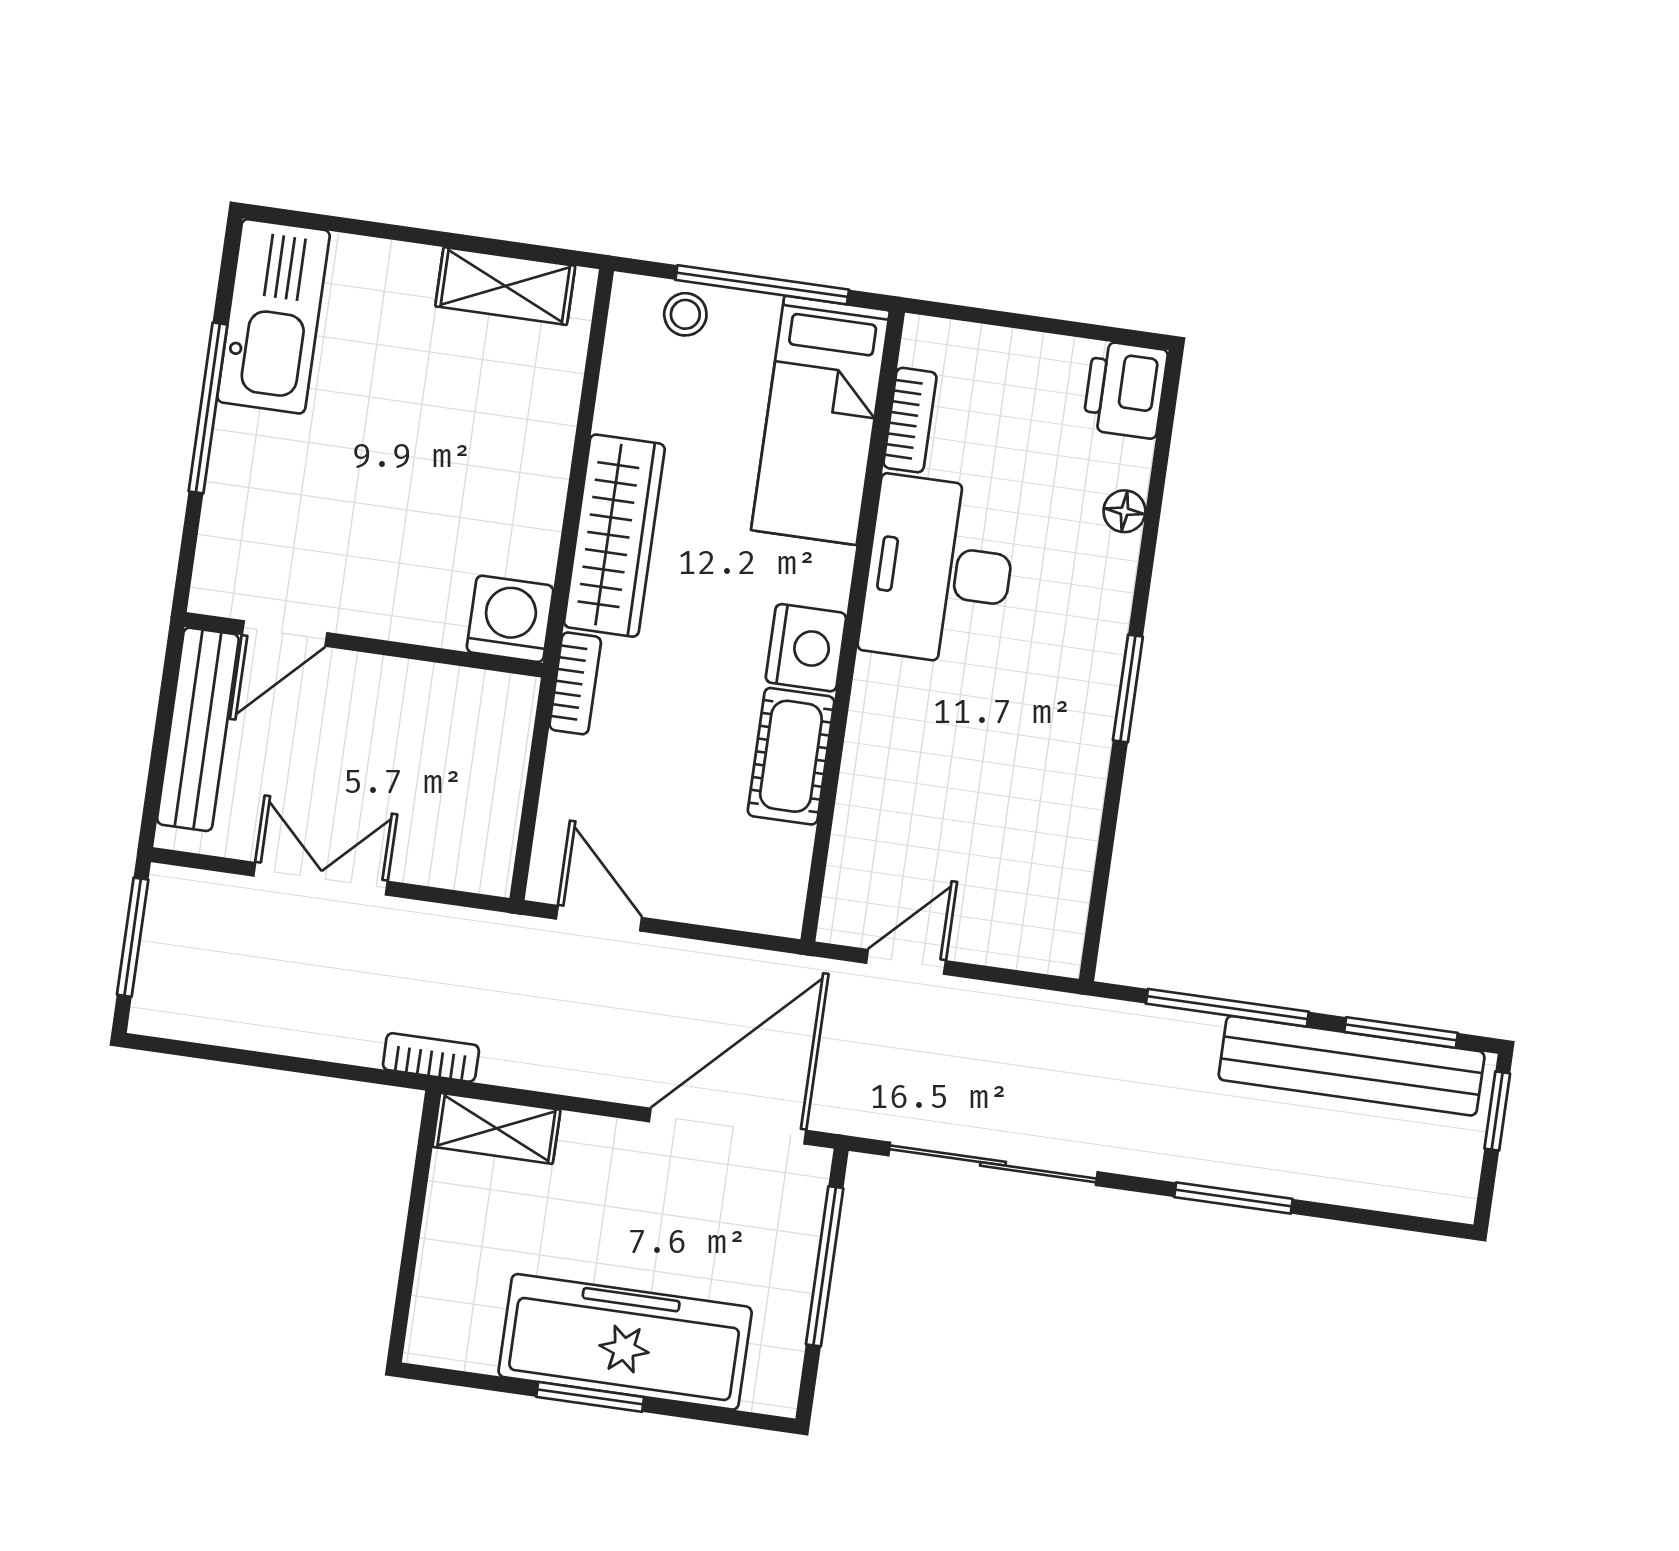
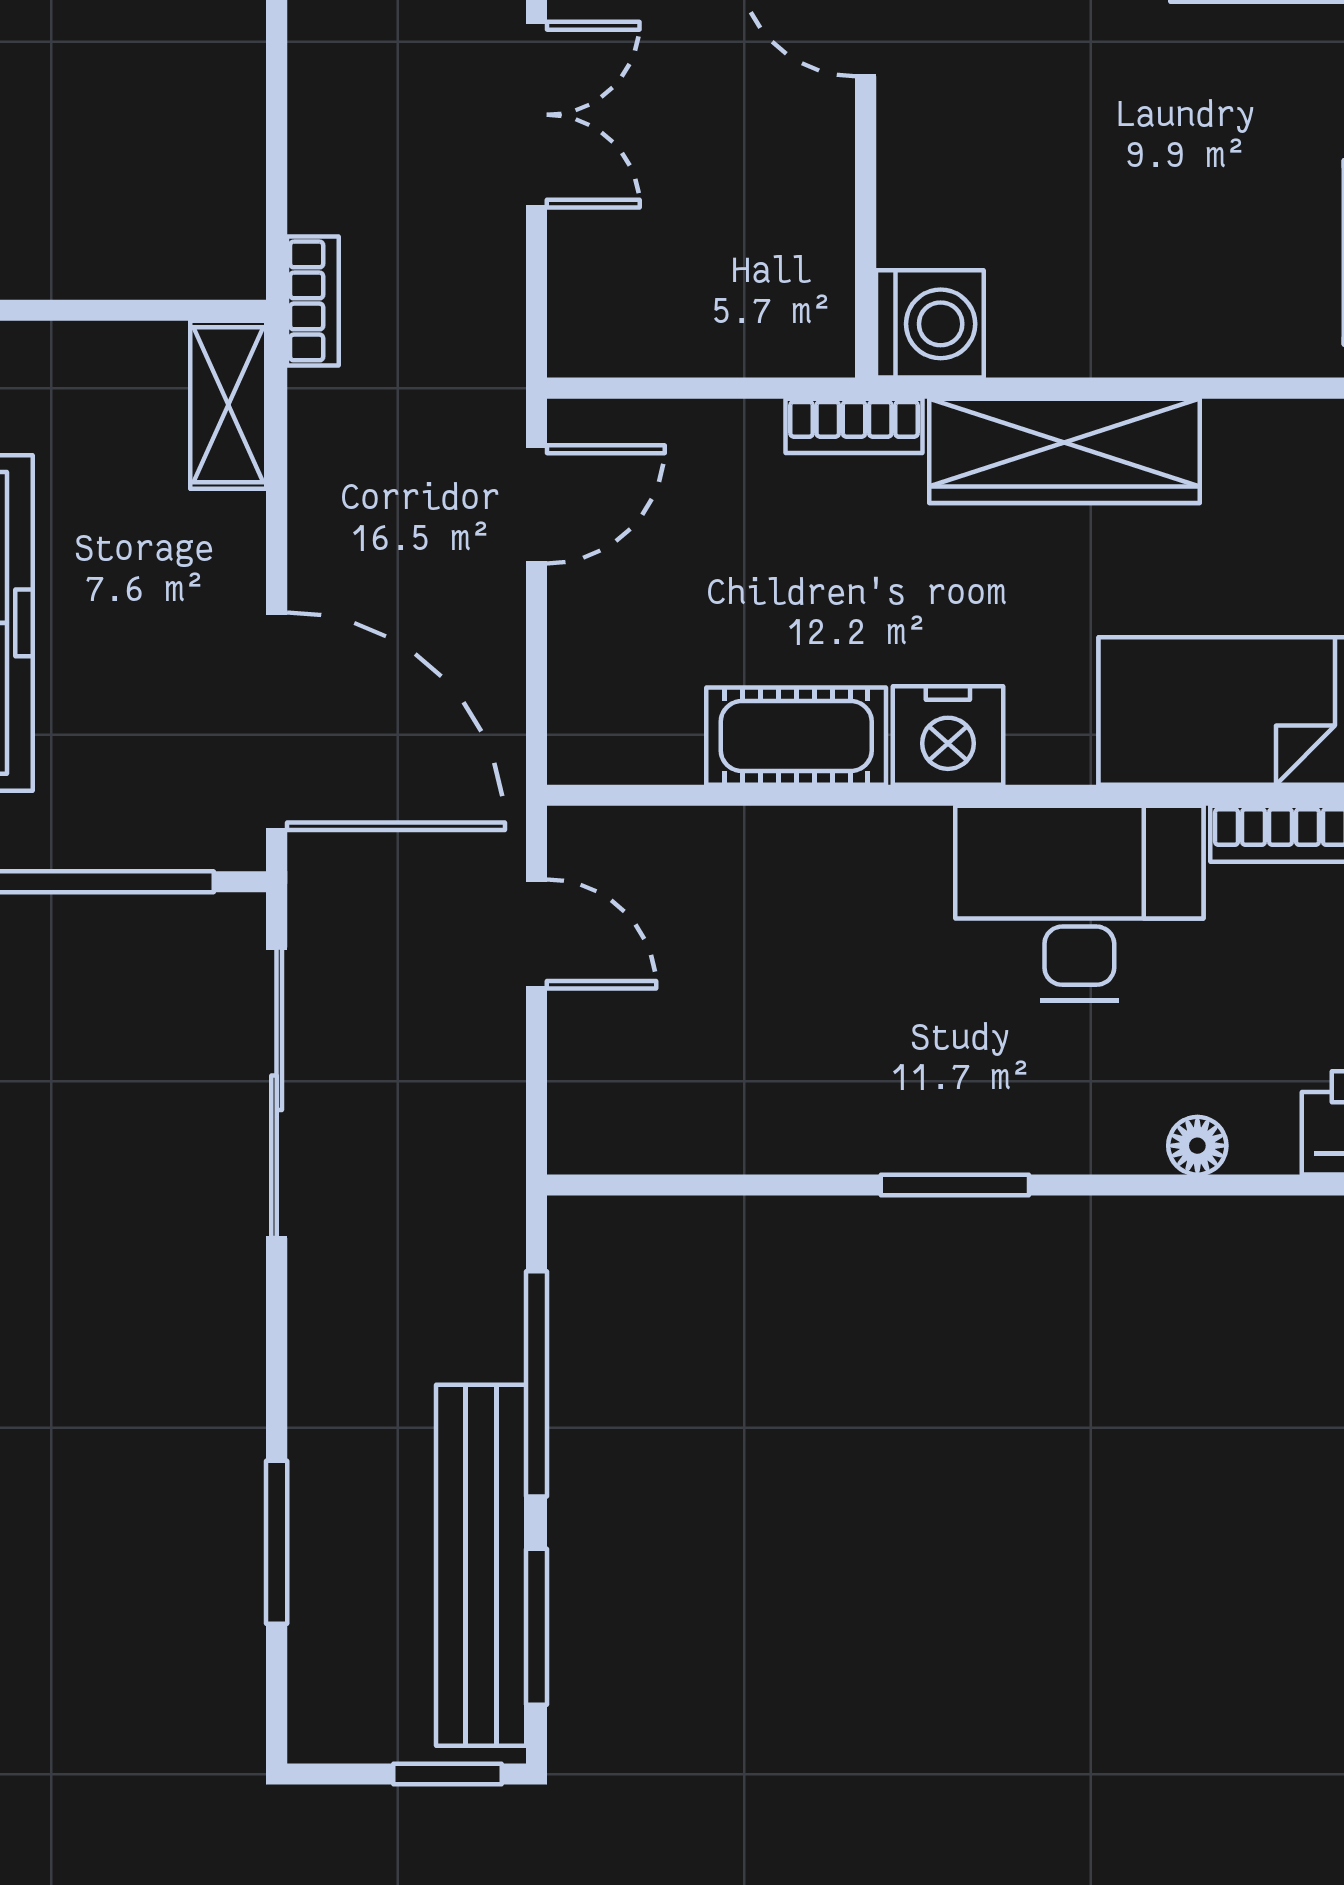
window: (1233, 1198) -> (277, 1542), moved

